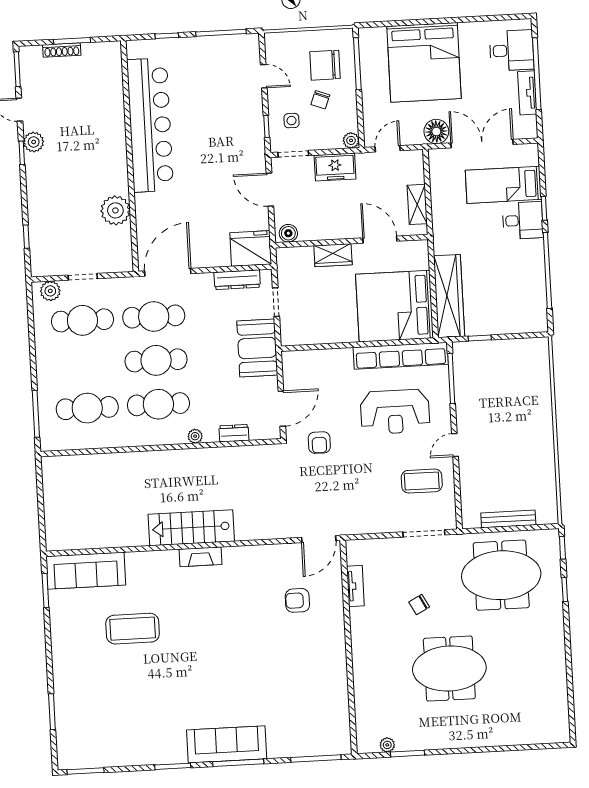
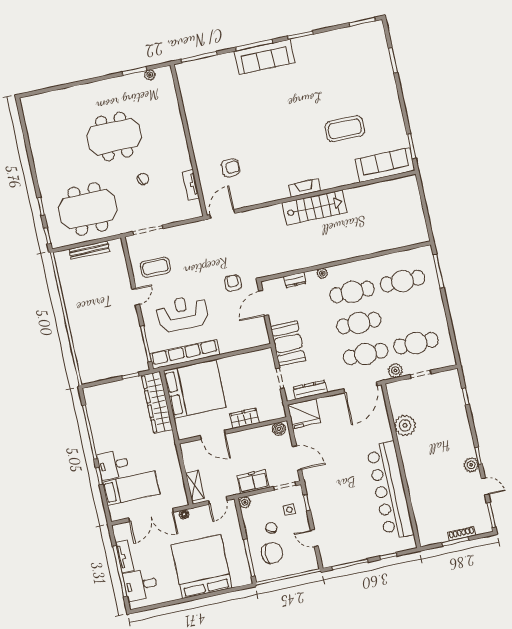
floor lamp: (436, 131) -> (184, 514), width x0.53, depth x0.53
shelving: (417, 204) -> (195, 485), moved
plant: (50, 291) -> (395, 371), moved

